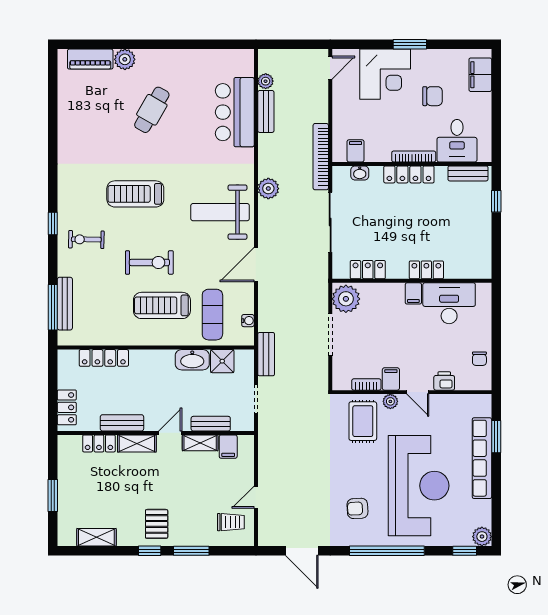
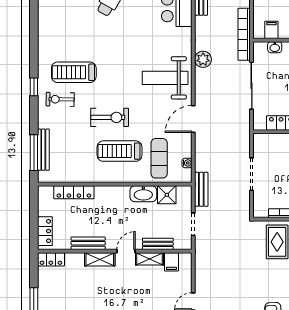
treadmill: (135, 194) -> (74, 72), moved
plant: (346, 299) -> (264, 146), removed
locker: (99, 443) -> (51, 259), moved

